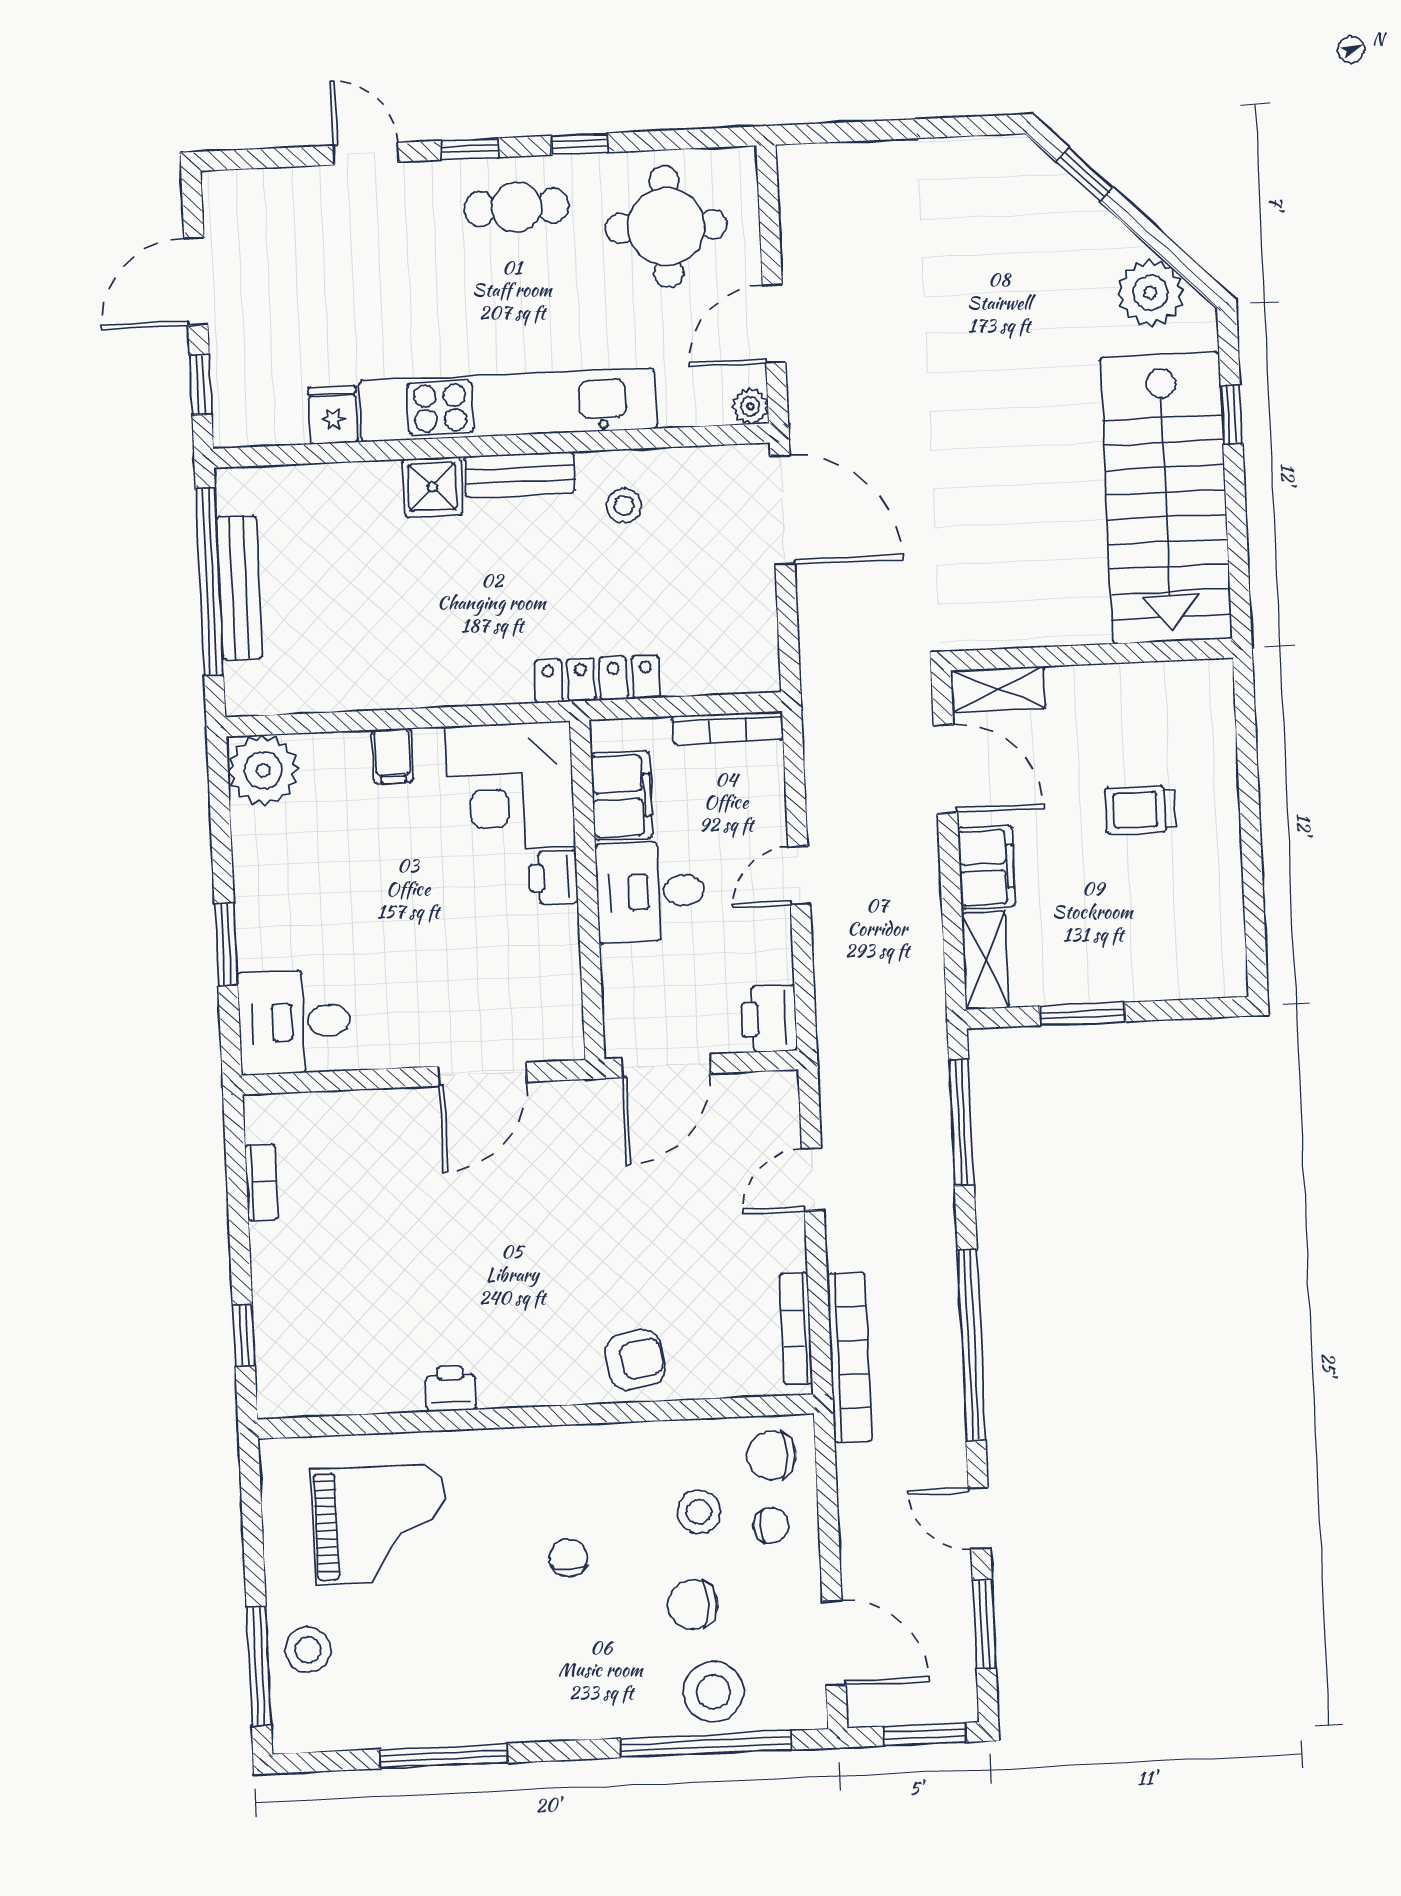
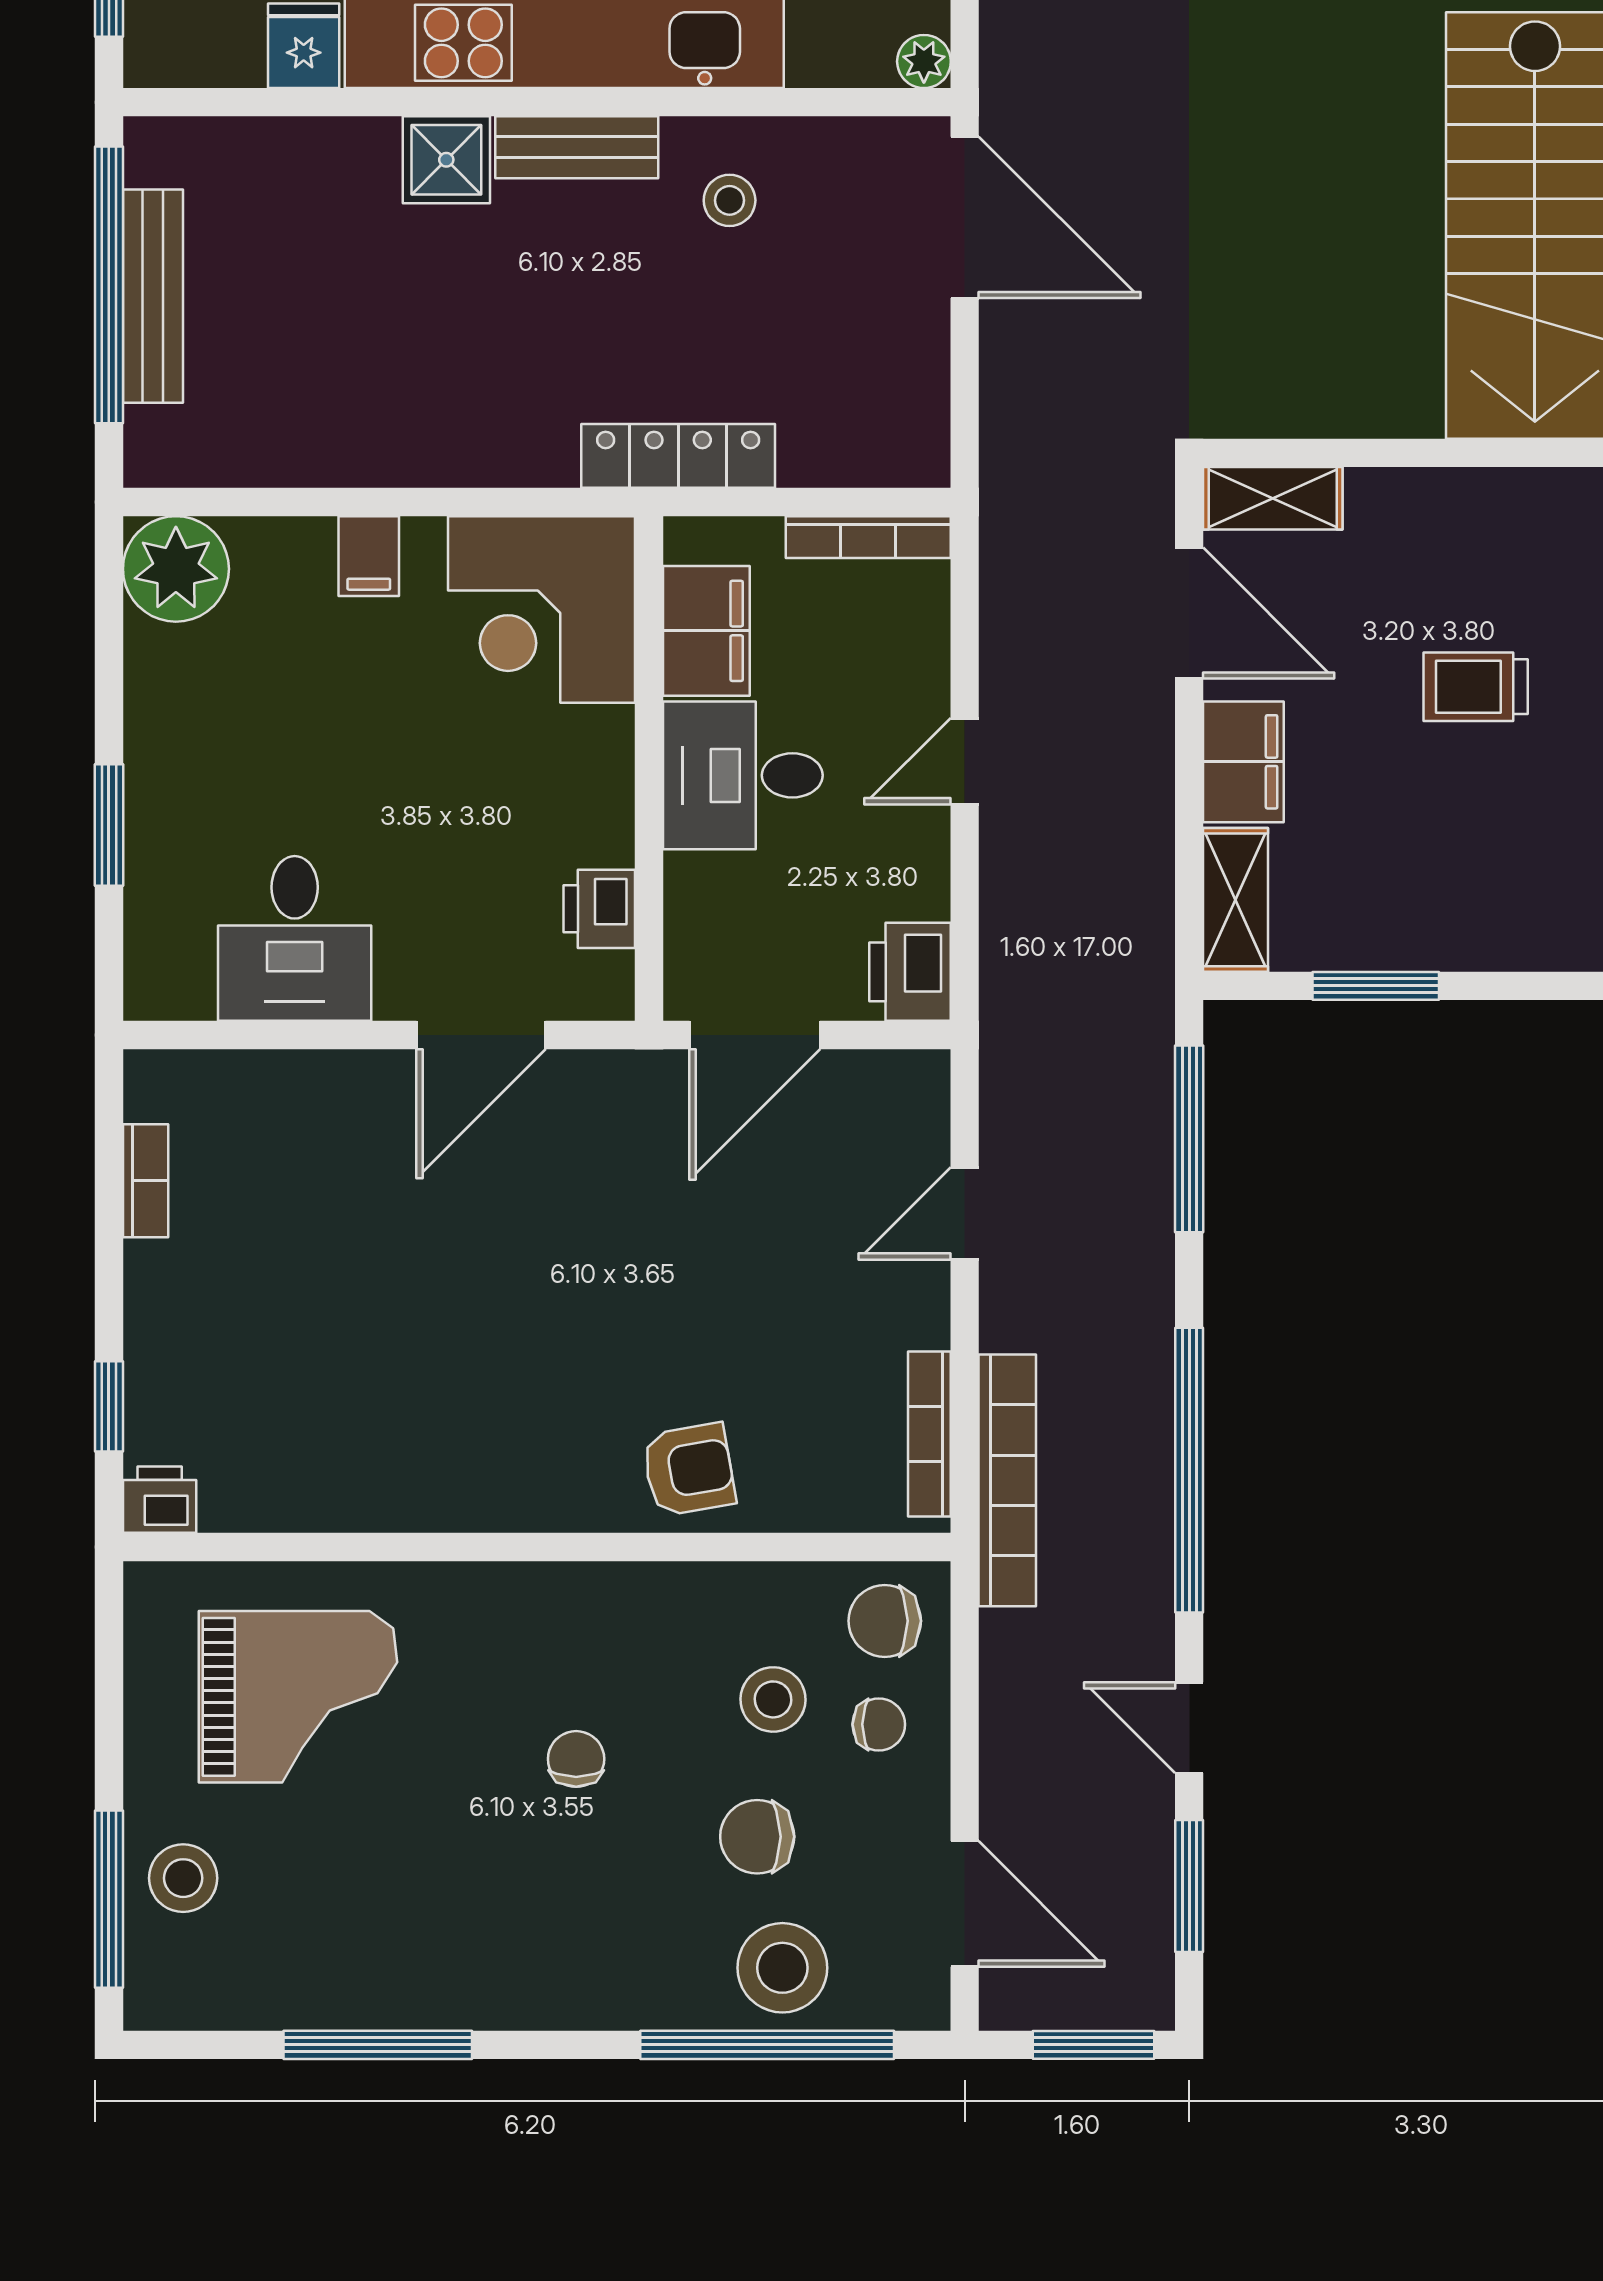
printer: (553, 877) -> (599, 909), moved
desk: (295, 1022) -> (295, 938), moved, turned -90
printer: (451, 1389) -> (160, 1500), moved

